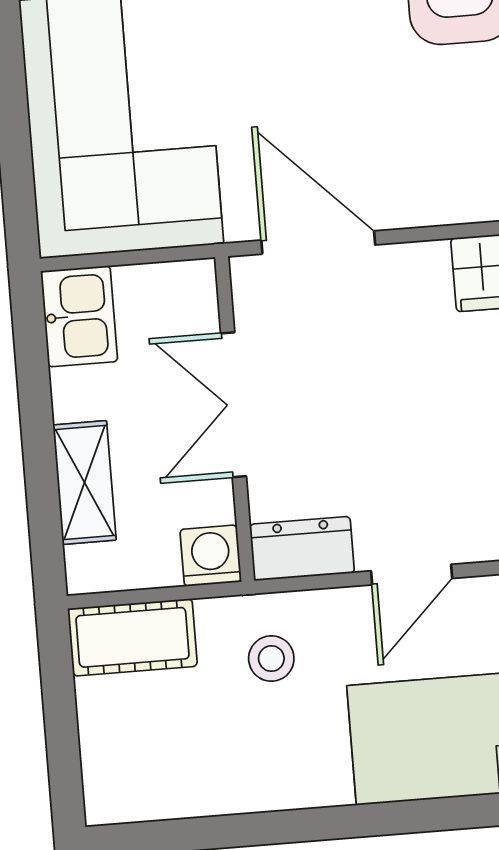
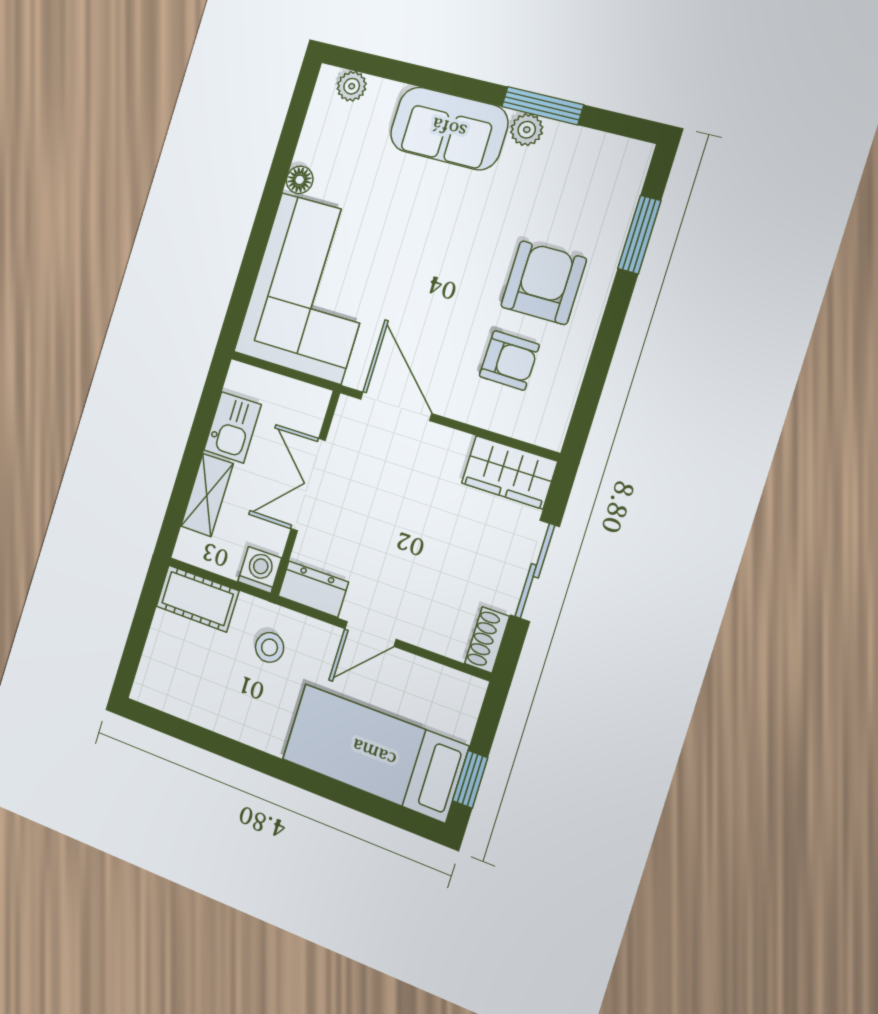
armchair: (455, 117) -> (509, 360), added
kitchen sink: (79, 316) -> (232, 427), moved

